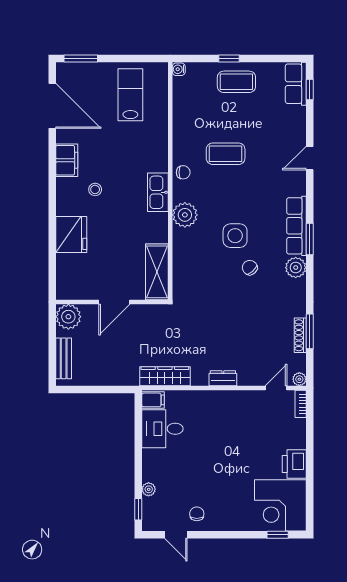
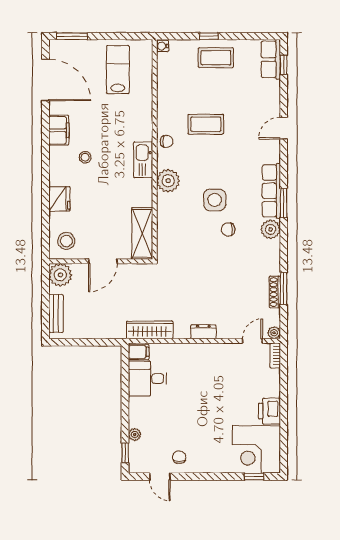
fridge: (71, 234) -> (59, 199), width x0.73, depth x0.75
chair: (250, 268) -> (228, 229), turned -56
stool: (75, 280) -> (66, 241), added

